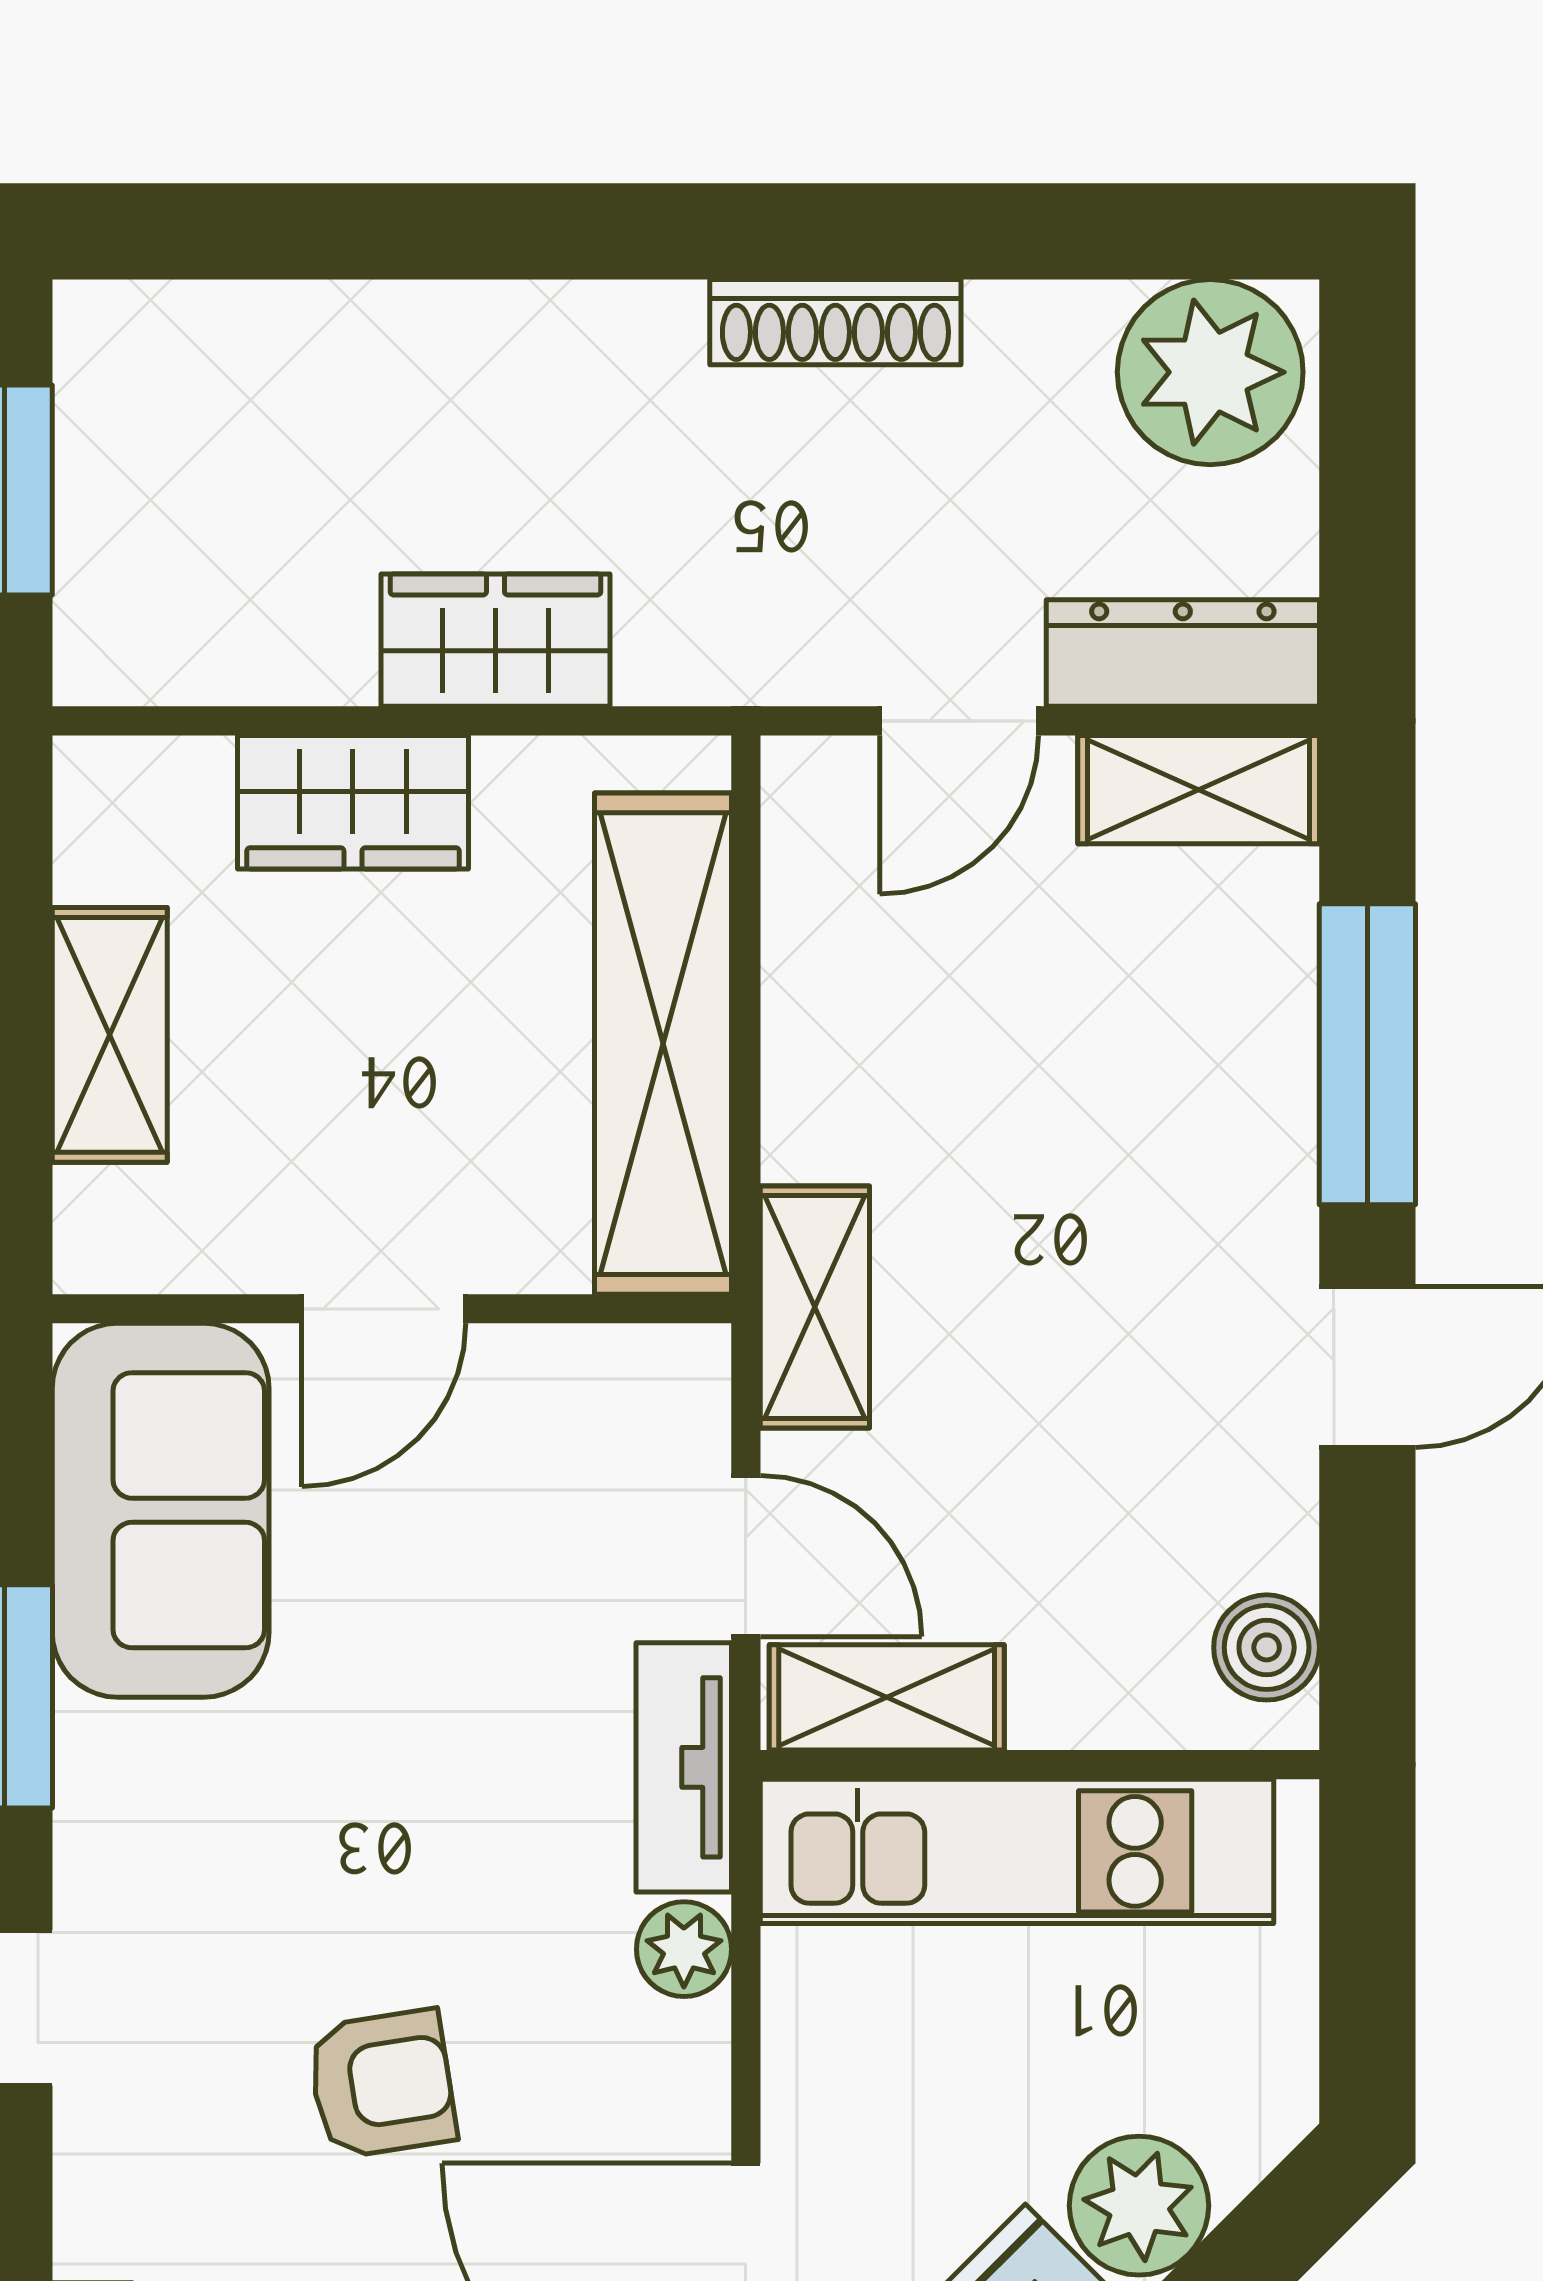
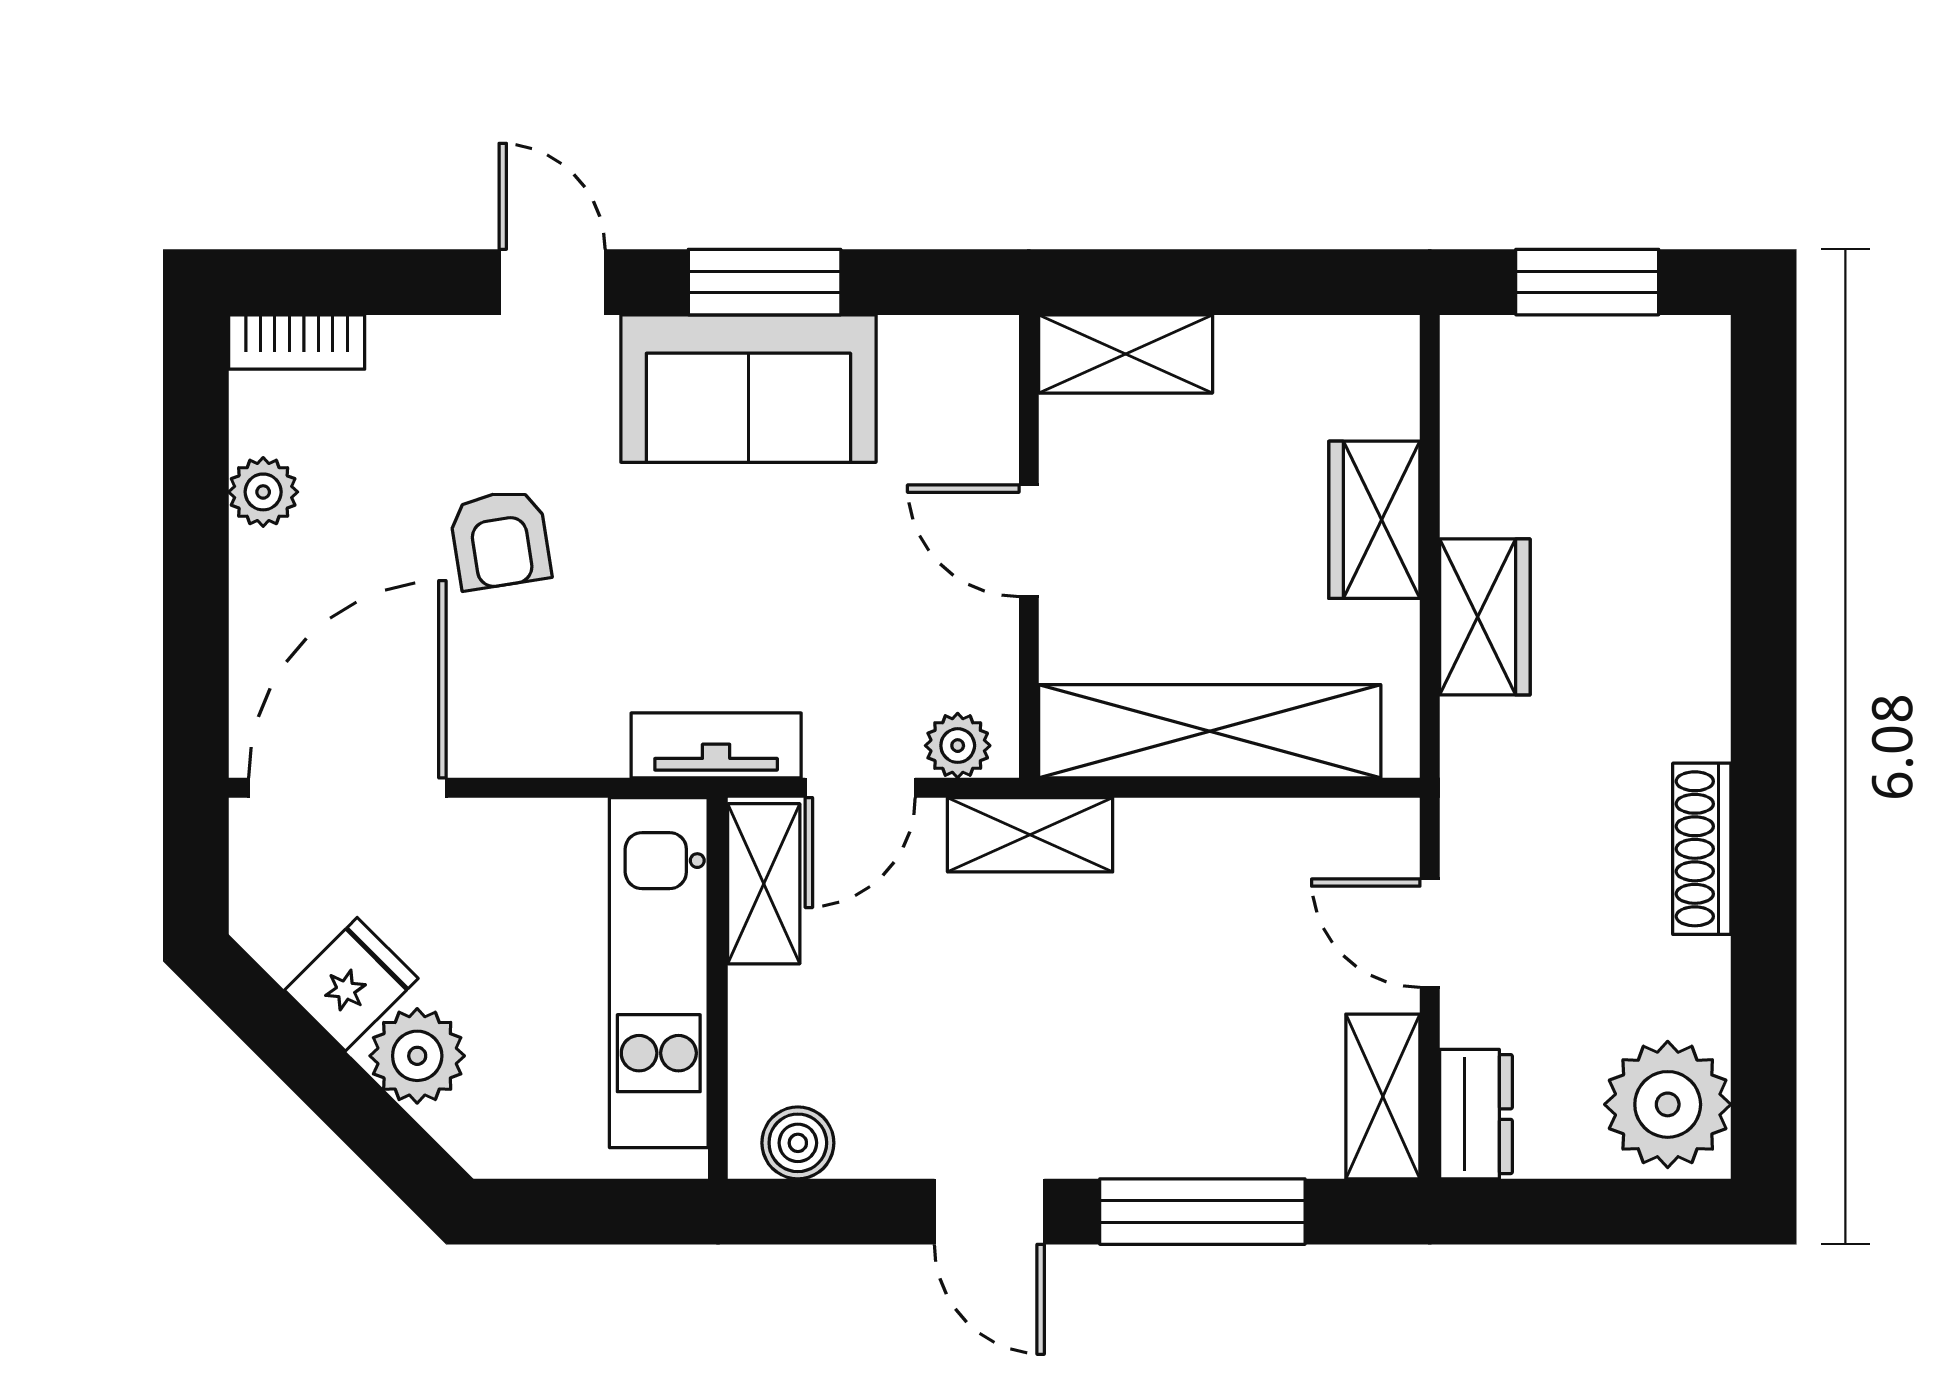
dresser: (1183, 653) -> (1476, 1114), width x0.70
shelving: (110, 1035) -> (1126, 354), moved
sofa: (161, 1510) -> (748, 389), moved
plant: (684, 1949) -> (958, 746), moved

